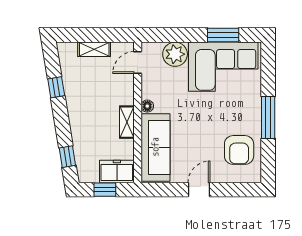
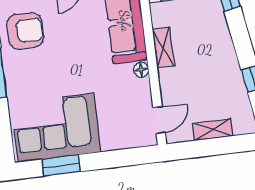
plant: (175, 54) -> (116, 136), removed
armchair: (239, 150) -> (25, 31), turned 90

